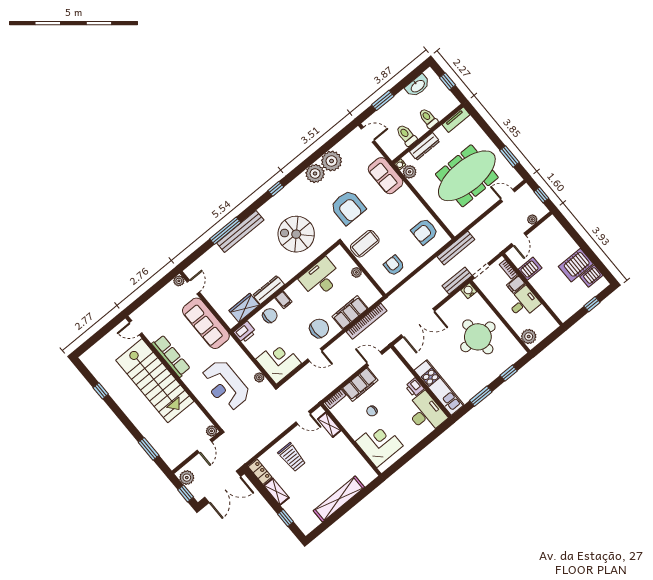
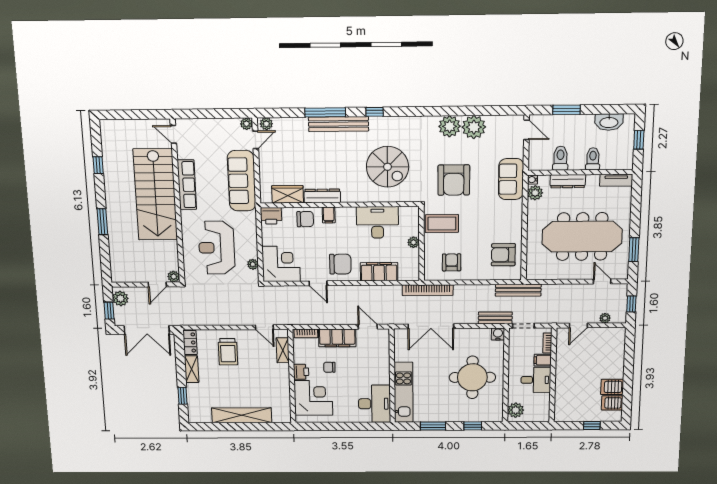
window: (276, 189) -> (375, 112), moved
spiral stairs: (296, 234) -> (388, 167), turned 180
server rack: (576, 265) -> (612, 387), width x0.73, depth x0.70
server rack: (530, 269) -> (566, 357), removed
plant: (192, 270) -> (266, 124), added
bookcase: (367, 321) -> (428, 290), moved
printer: (415, 387) -> (301, 372), moved, turned 180
window: (149, 449) -> (102, 222), moved

